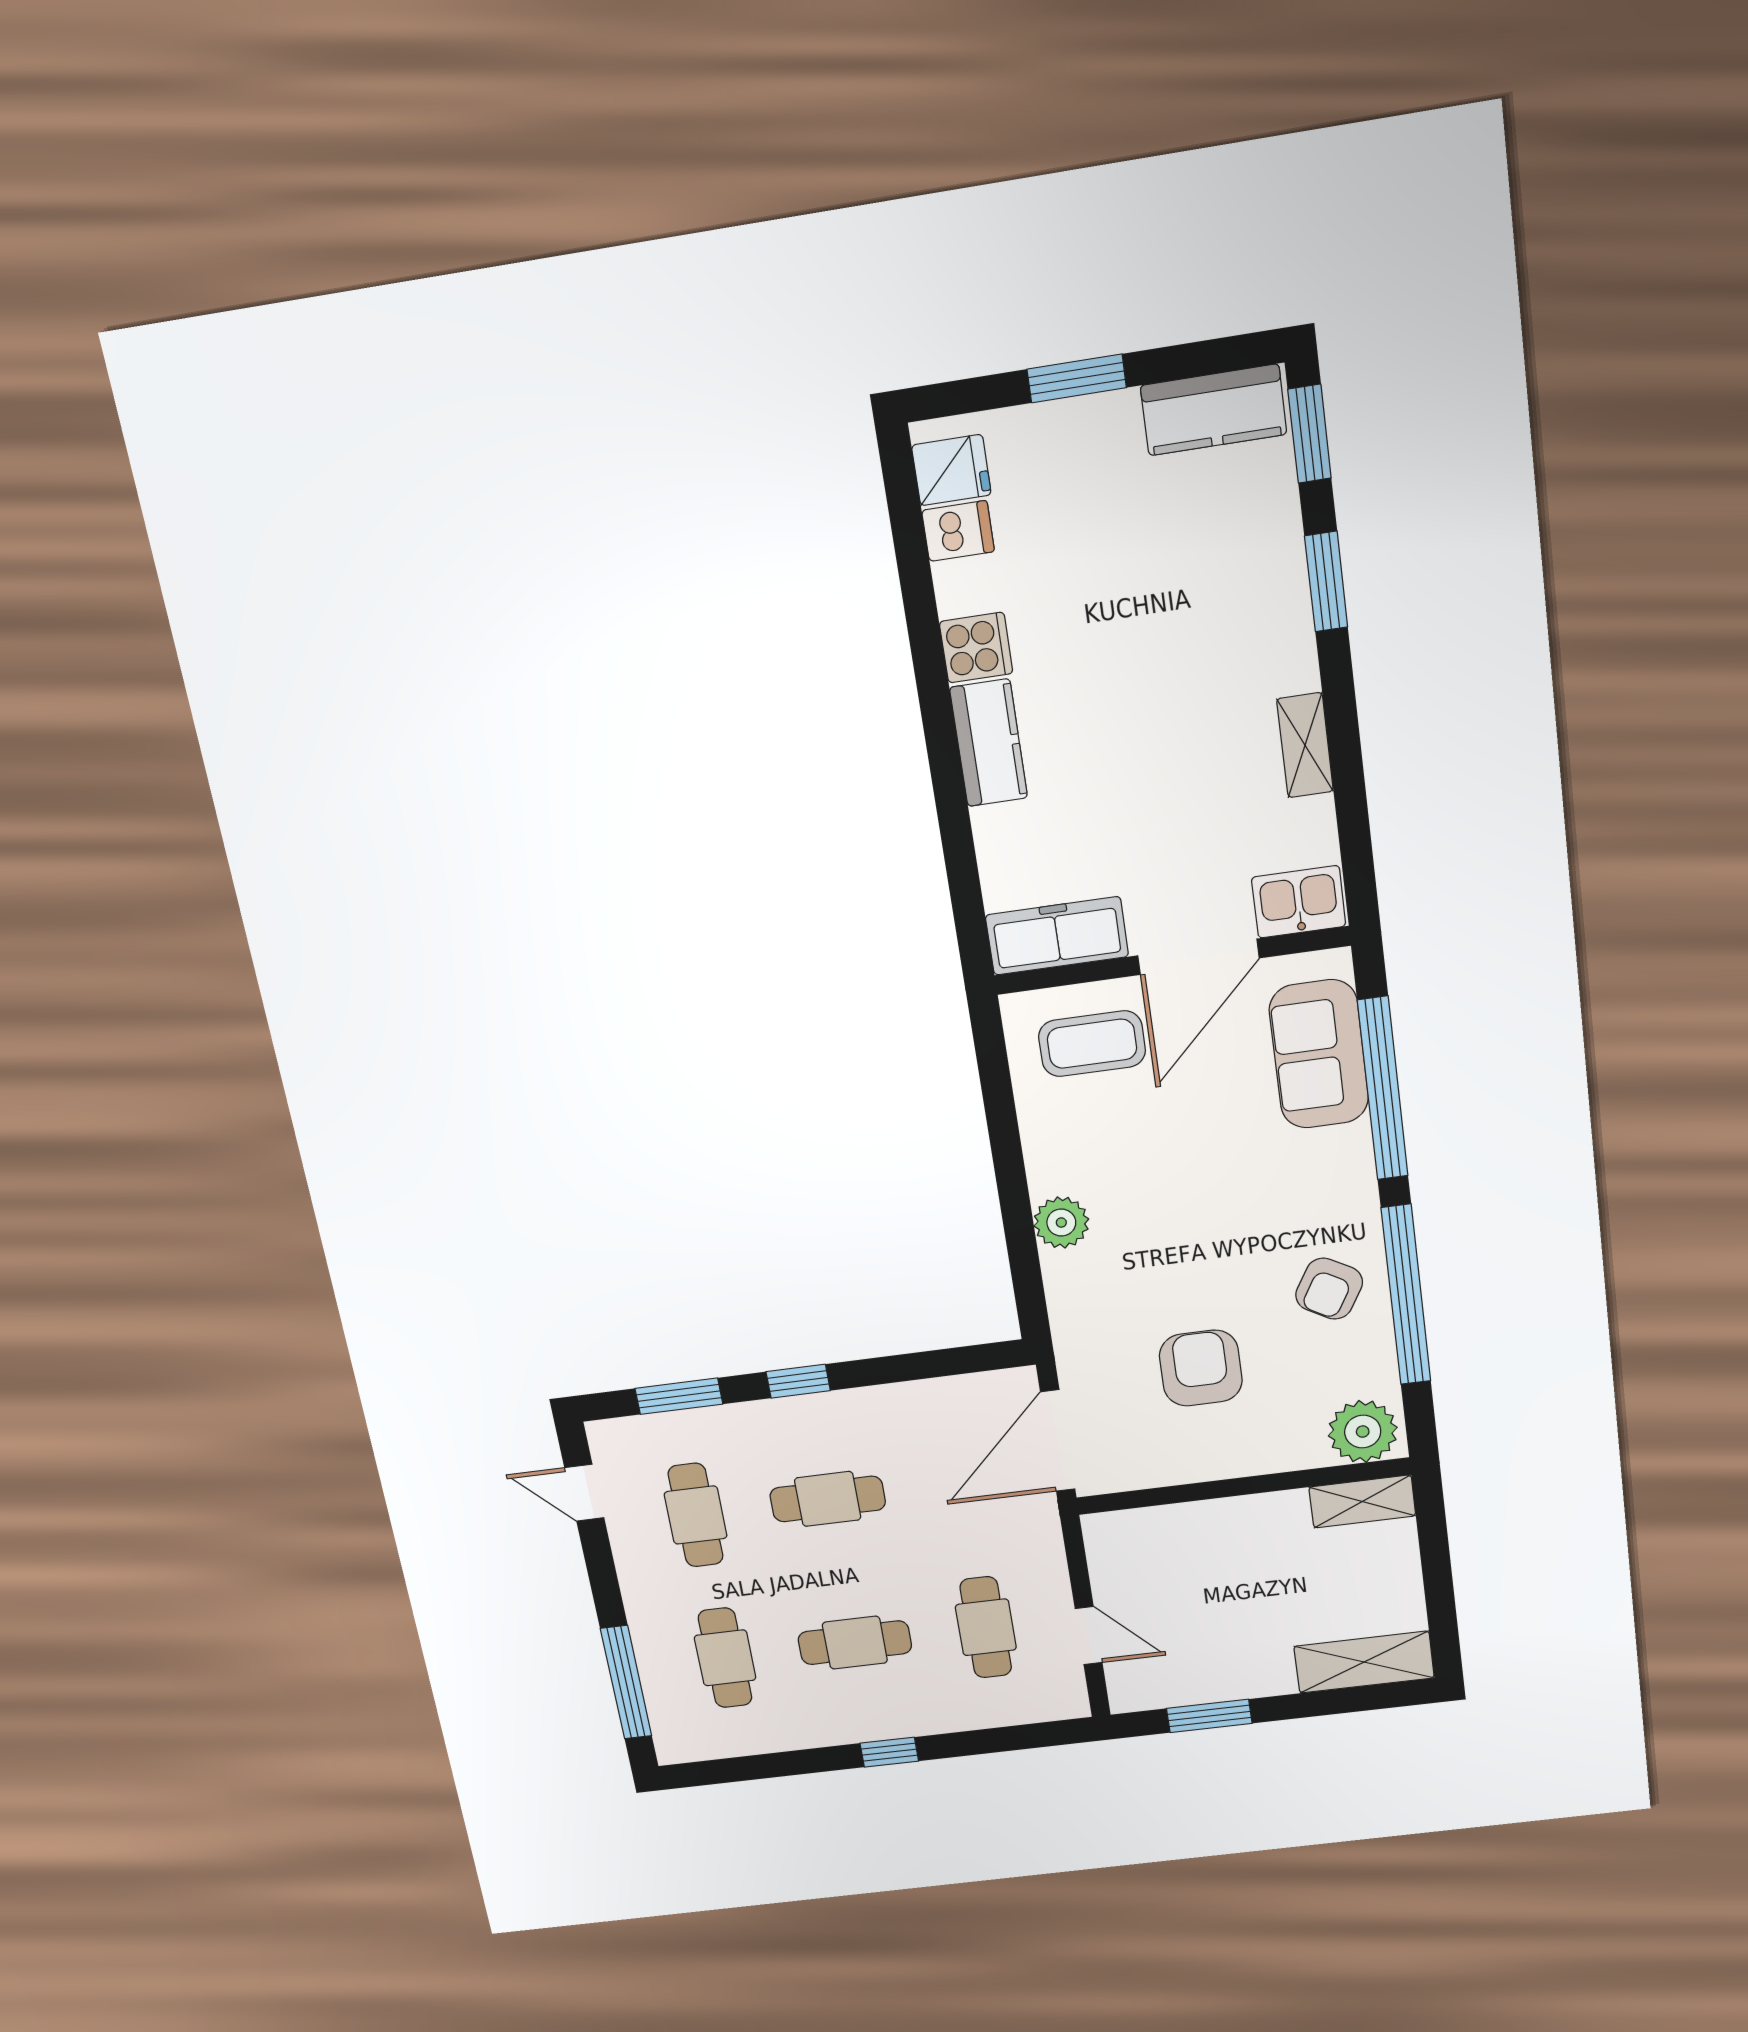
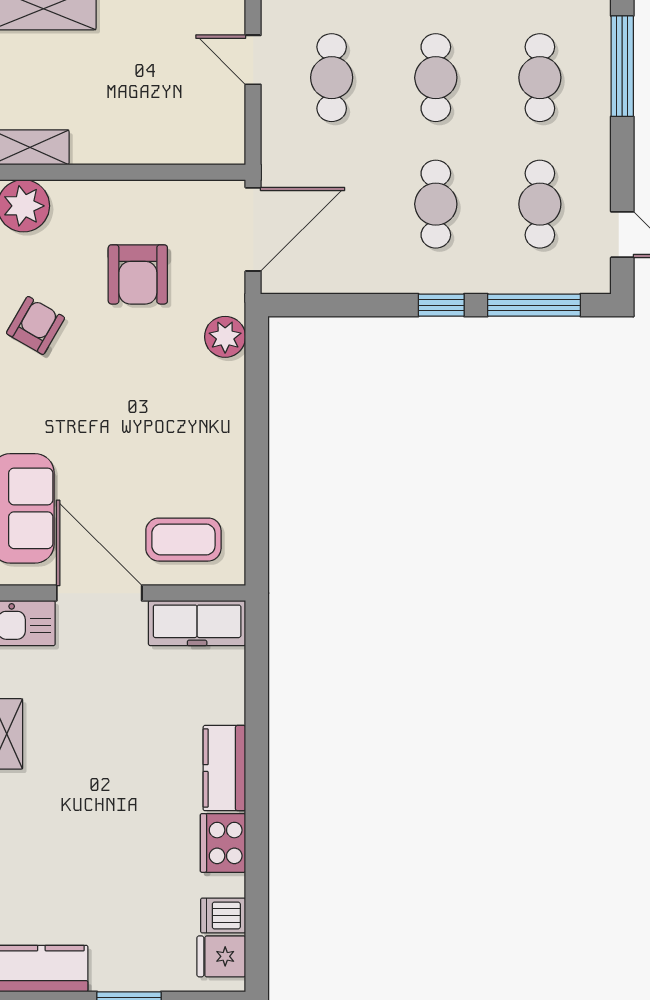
cooker: (976, 648) -> (223, 843), width x1.36
door: (1198, 957) -> (99, 593), hinge flipped
plant: (1061, 1223) -> (225, 337), moved
window: (679, 1396) -> (534, 305), width x1.44
cafe table: (828, 1499) -> (436, 204), turned 90
cafe table: (855, 1643) -> (436, 78), turned 90

